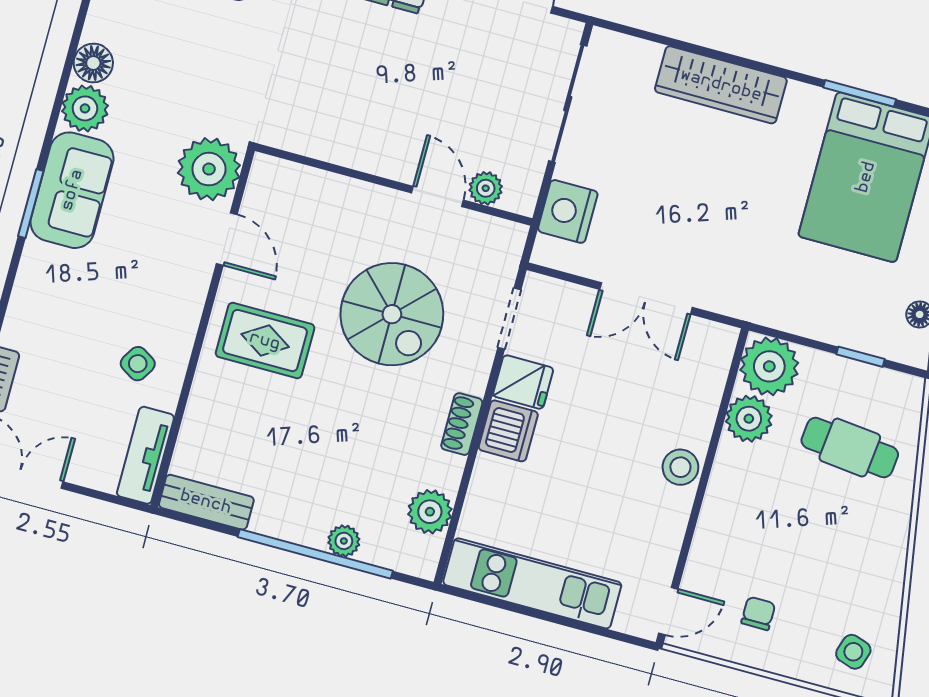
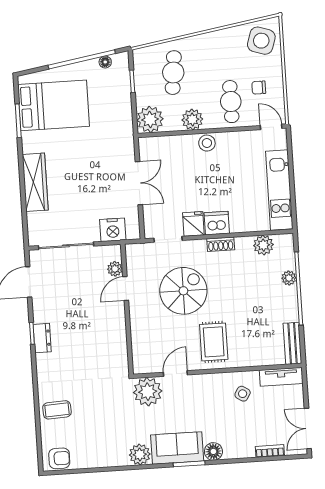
floor lamp: (93, 63) -> (213, 451), moved
plant: (749, 419) -> (192, 119), moved
cafe table: (749, 546) -> (231, 102), added
side table: (853, 652) -> (261, 41), width x1.87, depth x1.87

